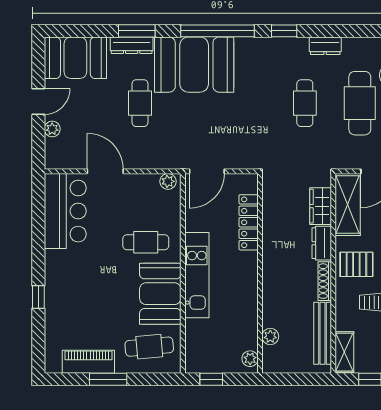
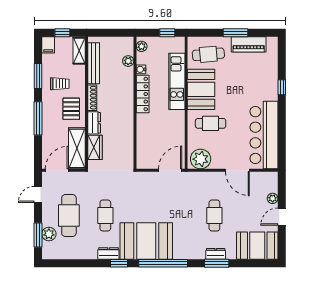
dresser: (132, 45) -> (216, 254), width x0.70
dresser: (325, 46) -> (108, 253), moved
booth: (194, 65) -> (146, 241), moved
plant: (168, 181) -> (201, 159), width x1.88, depth x1.88
bar counter: (65, 211) -> (264, 135), width x1.36
locker: (249, 222) -> (143, 94), moved
pallet: (356, 264) -> (71, 109), turned 90
kitchen unit: (197, 275) -> (177, 81), moved
water cooler: (251, 324) -> (141, 69), added

